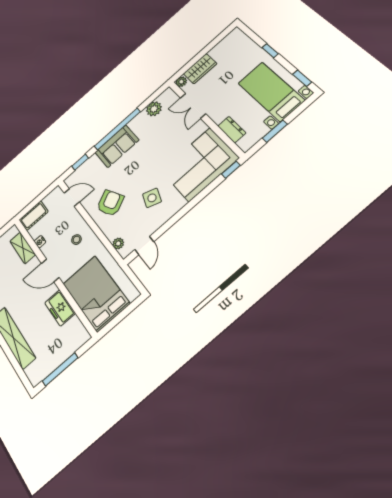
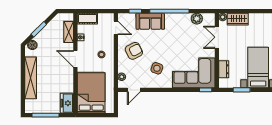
sofa: (117, 146) -> (150, 21), moved
freezer: (60, 308) -> (67, 103), moved

